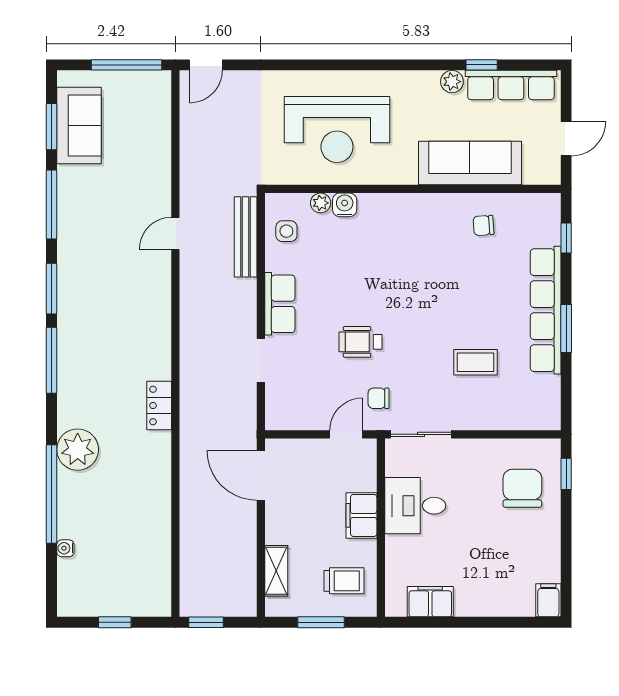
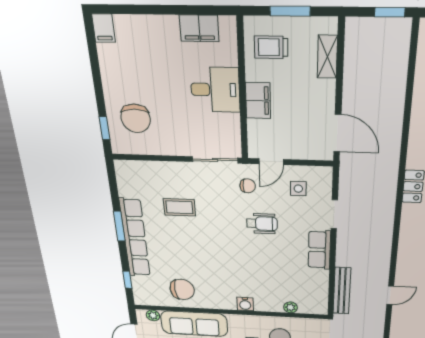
plant: (534, 175) -> (153, 315), added
water cooler: (345, 205) -> (245, 304), moved
chair: (483, 225) -> (182, 289), width x1.87, depth x1.87
side table: (286, 231) -> (298, 189), moved
desk: (415, 506) -> (215, 90), moved

